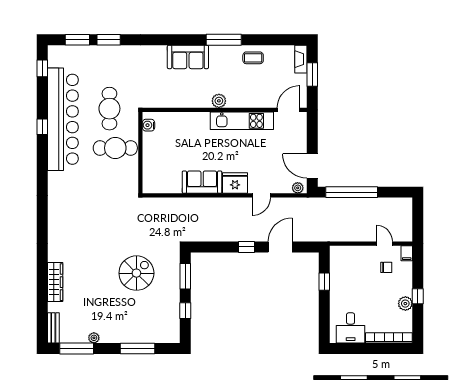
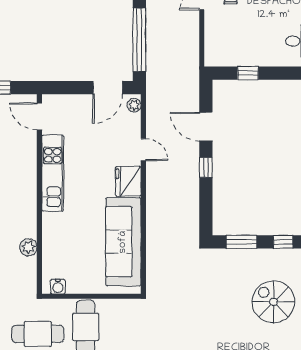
plant: (219, 101) -> (28, 247), moved
sofa: (202, 182) -> (123, 242), width x1.85, depth x1.27
spiral stairs: (136, 273) -> (273, 302), moved

